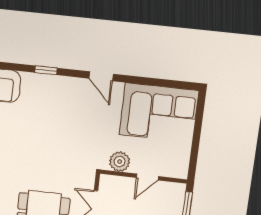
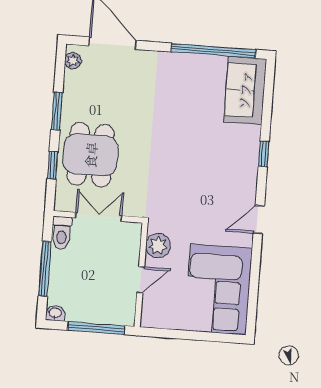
door: (148, 177) -> (141, 280), swing flipped

